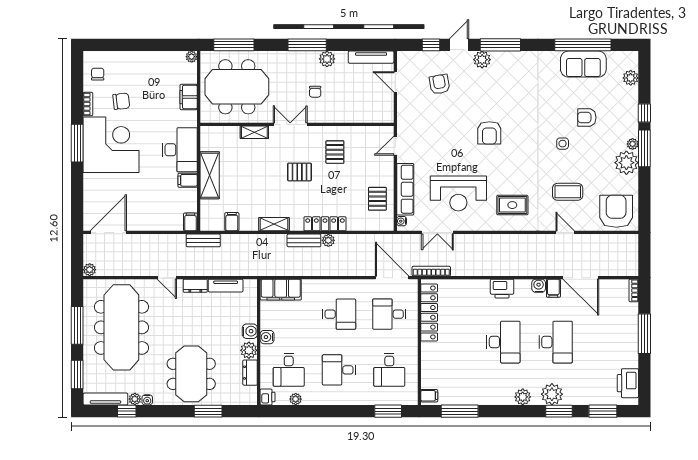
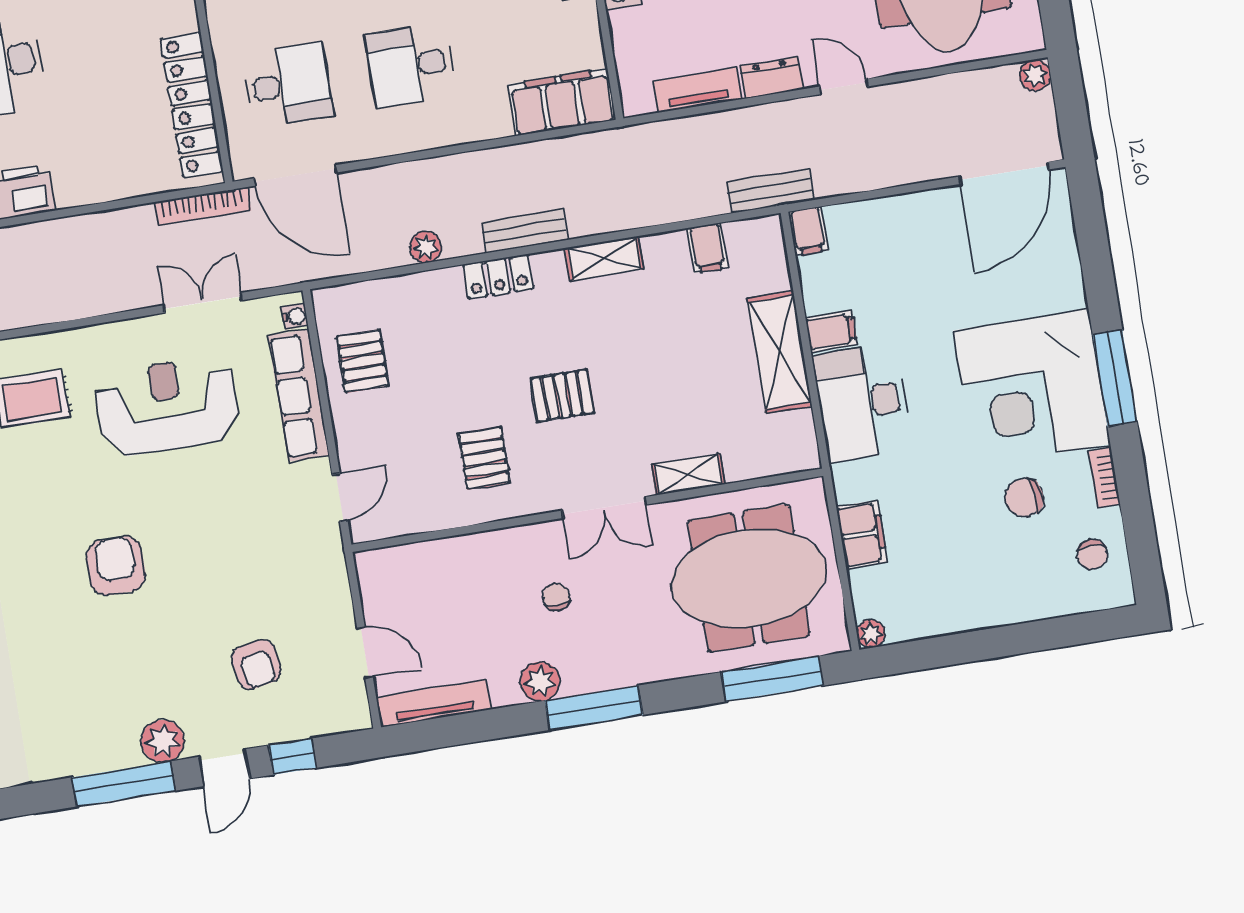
locker: (325, 224) -> (498, 277), width x0.66
plant: (328, 240) -> (426, 247), moved

